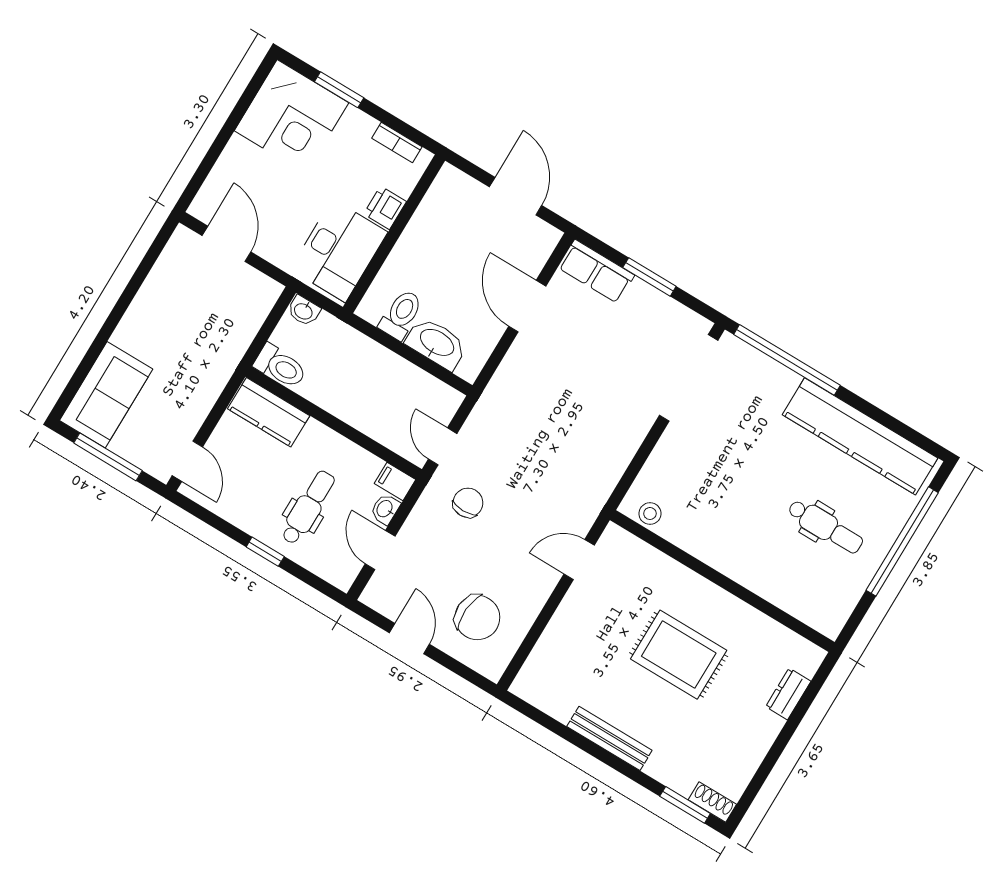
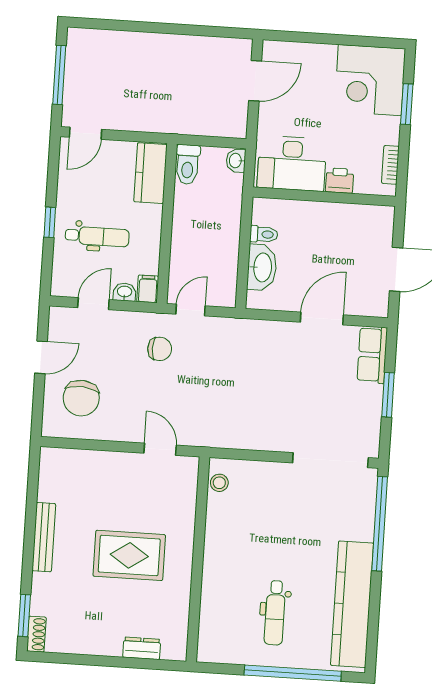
toilet: (401, 315) -> (264, 234), width x0.73, depth x0.72
sofa: (106, 395) -> (103, 51), removed
rug: (679, 655) -> (129, 555), turned 90

